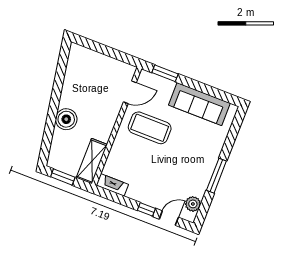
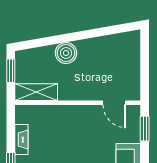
coffee table: (150, 128) -> (88, 134), removed
fireplace: (112, 185) -> (21, 140), moved

